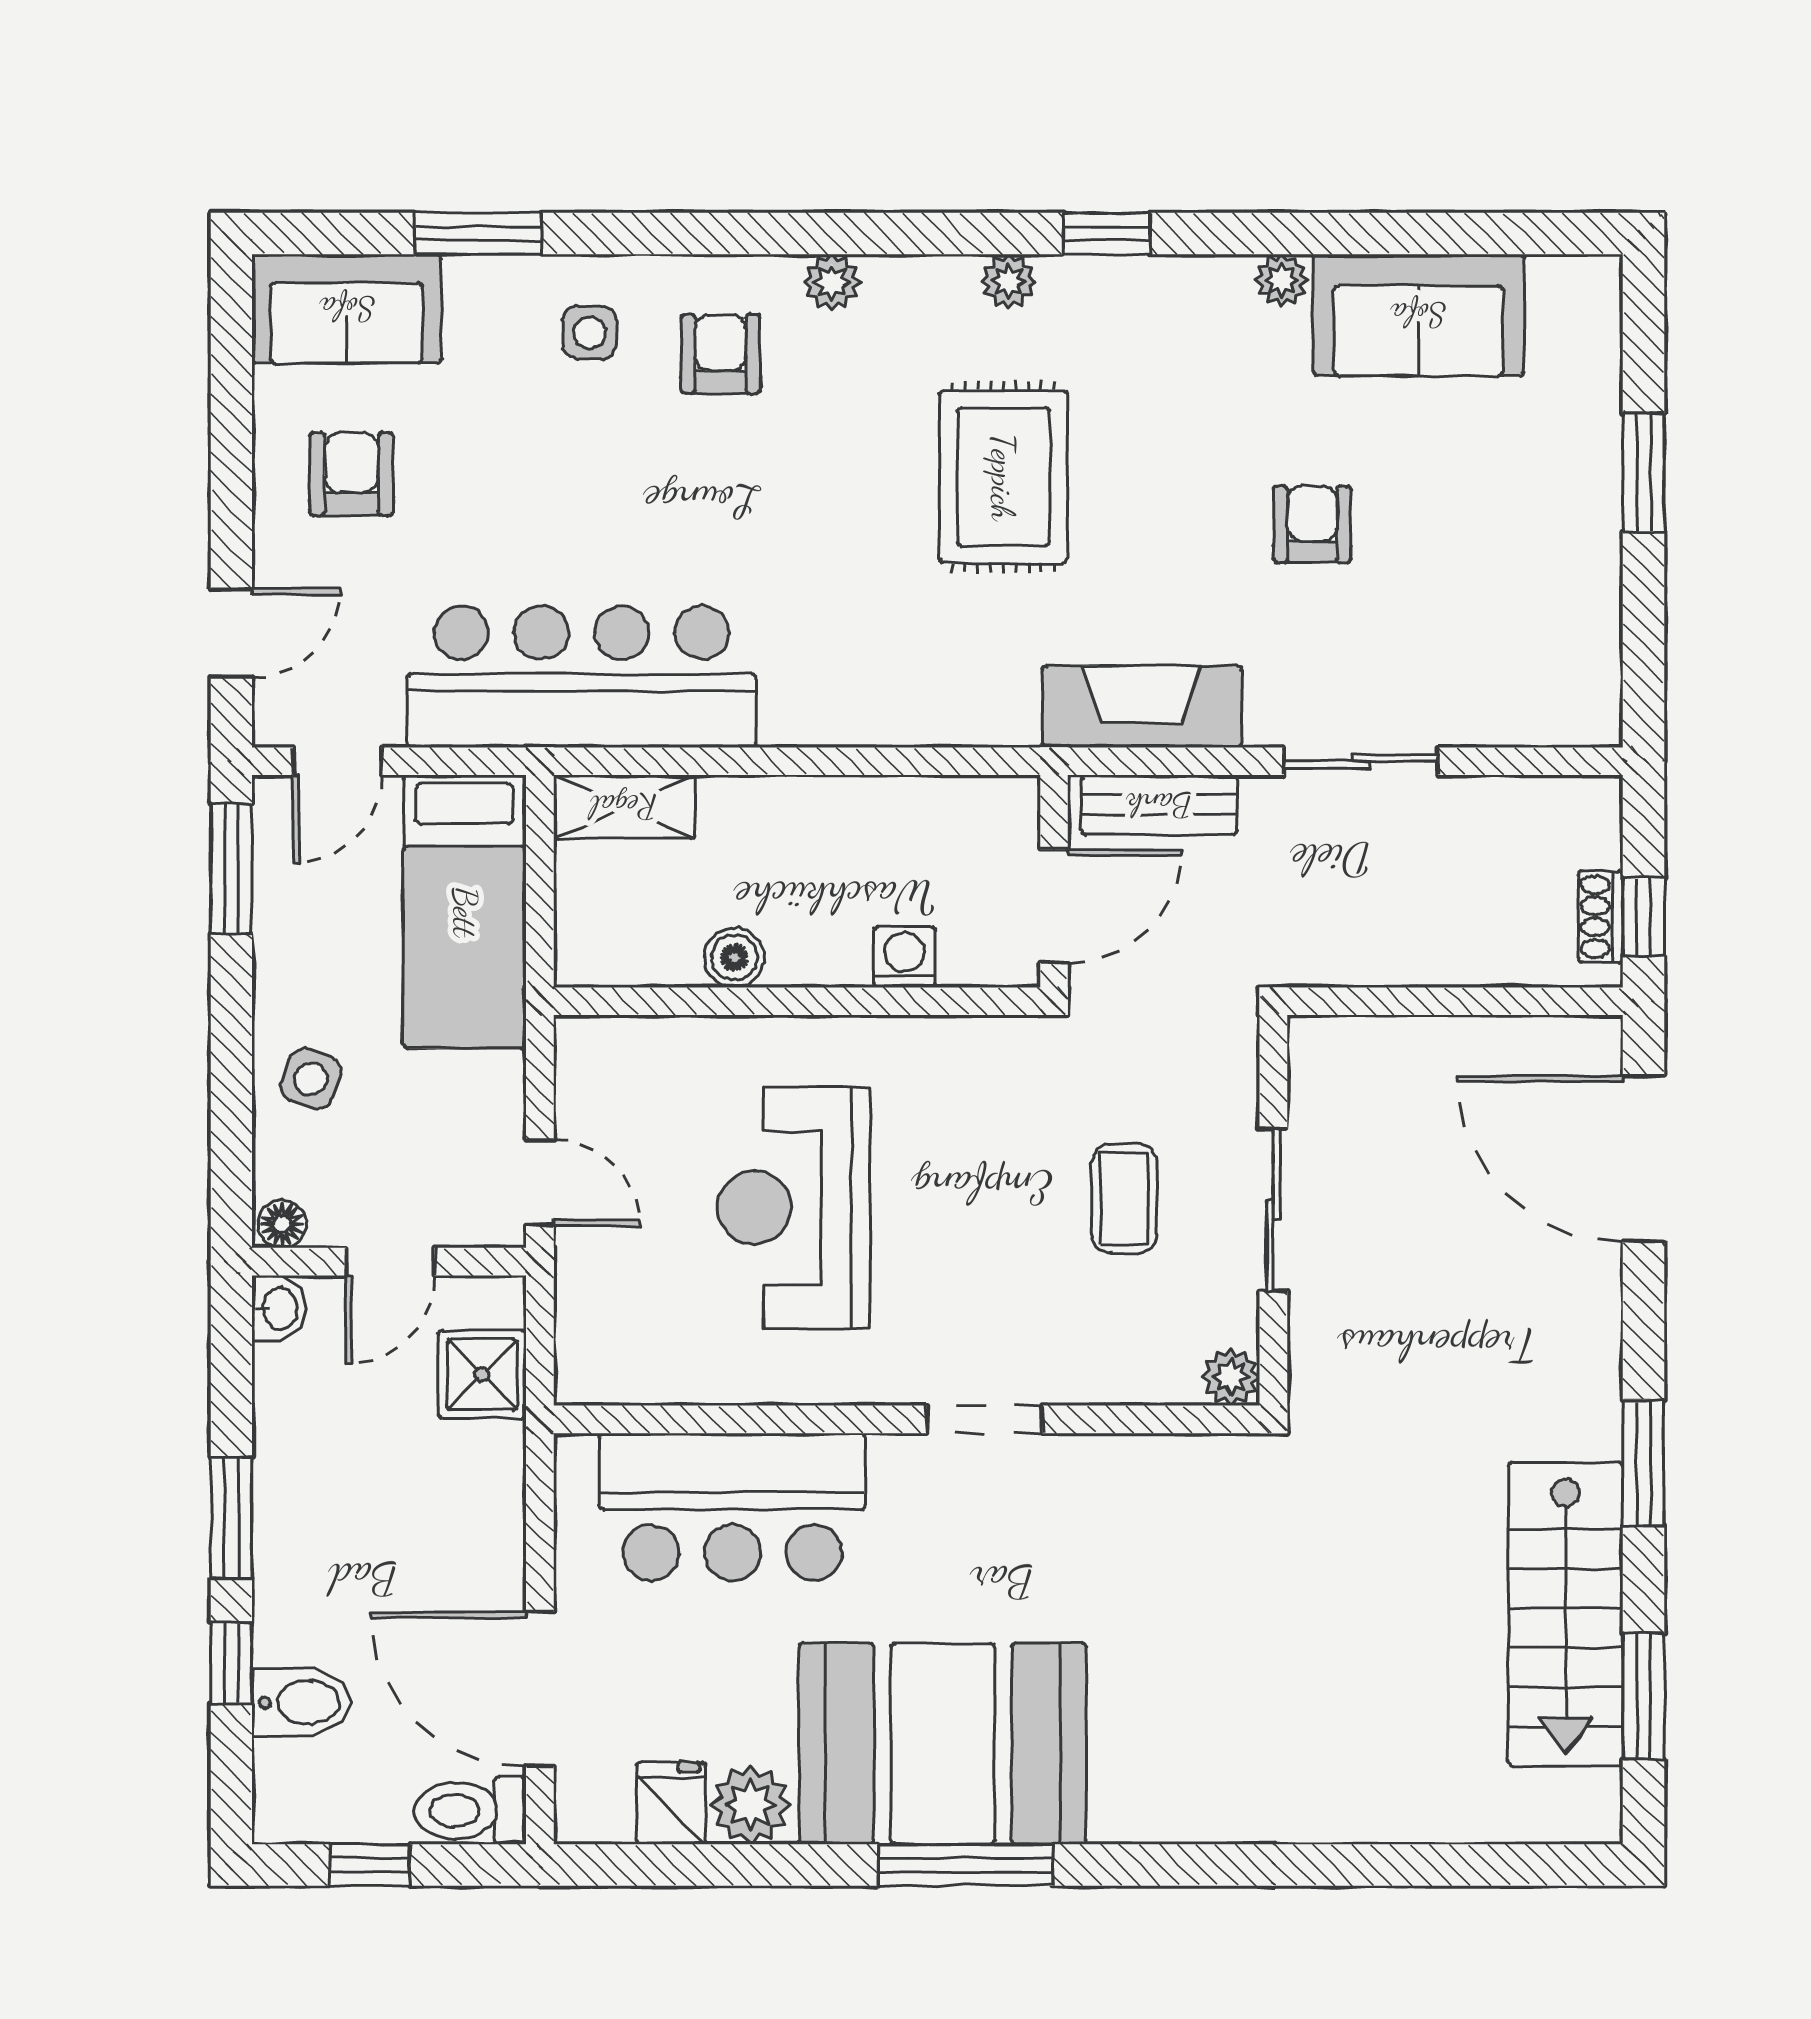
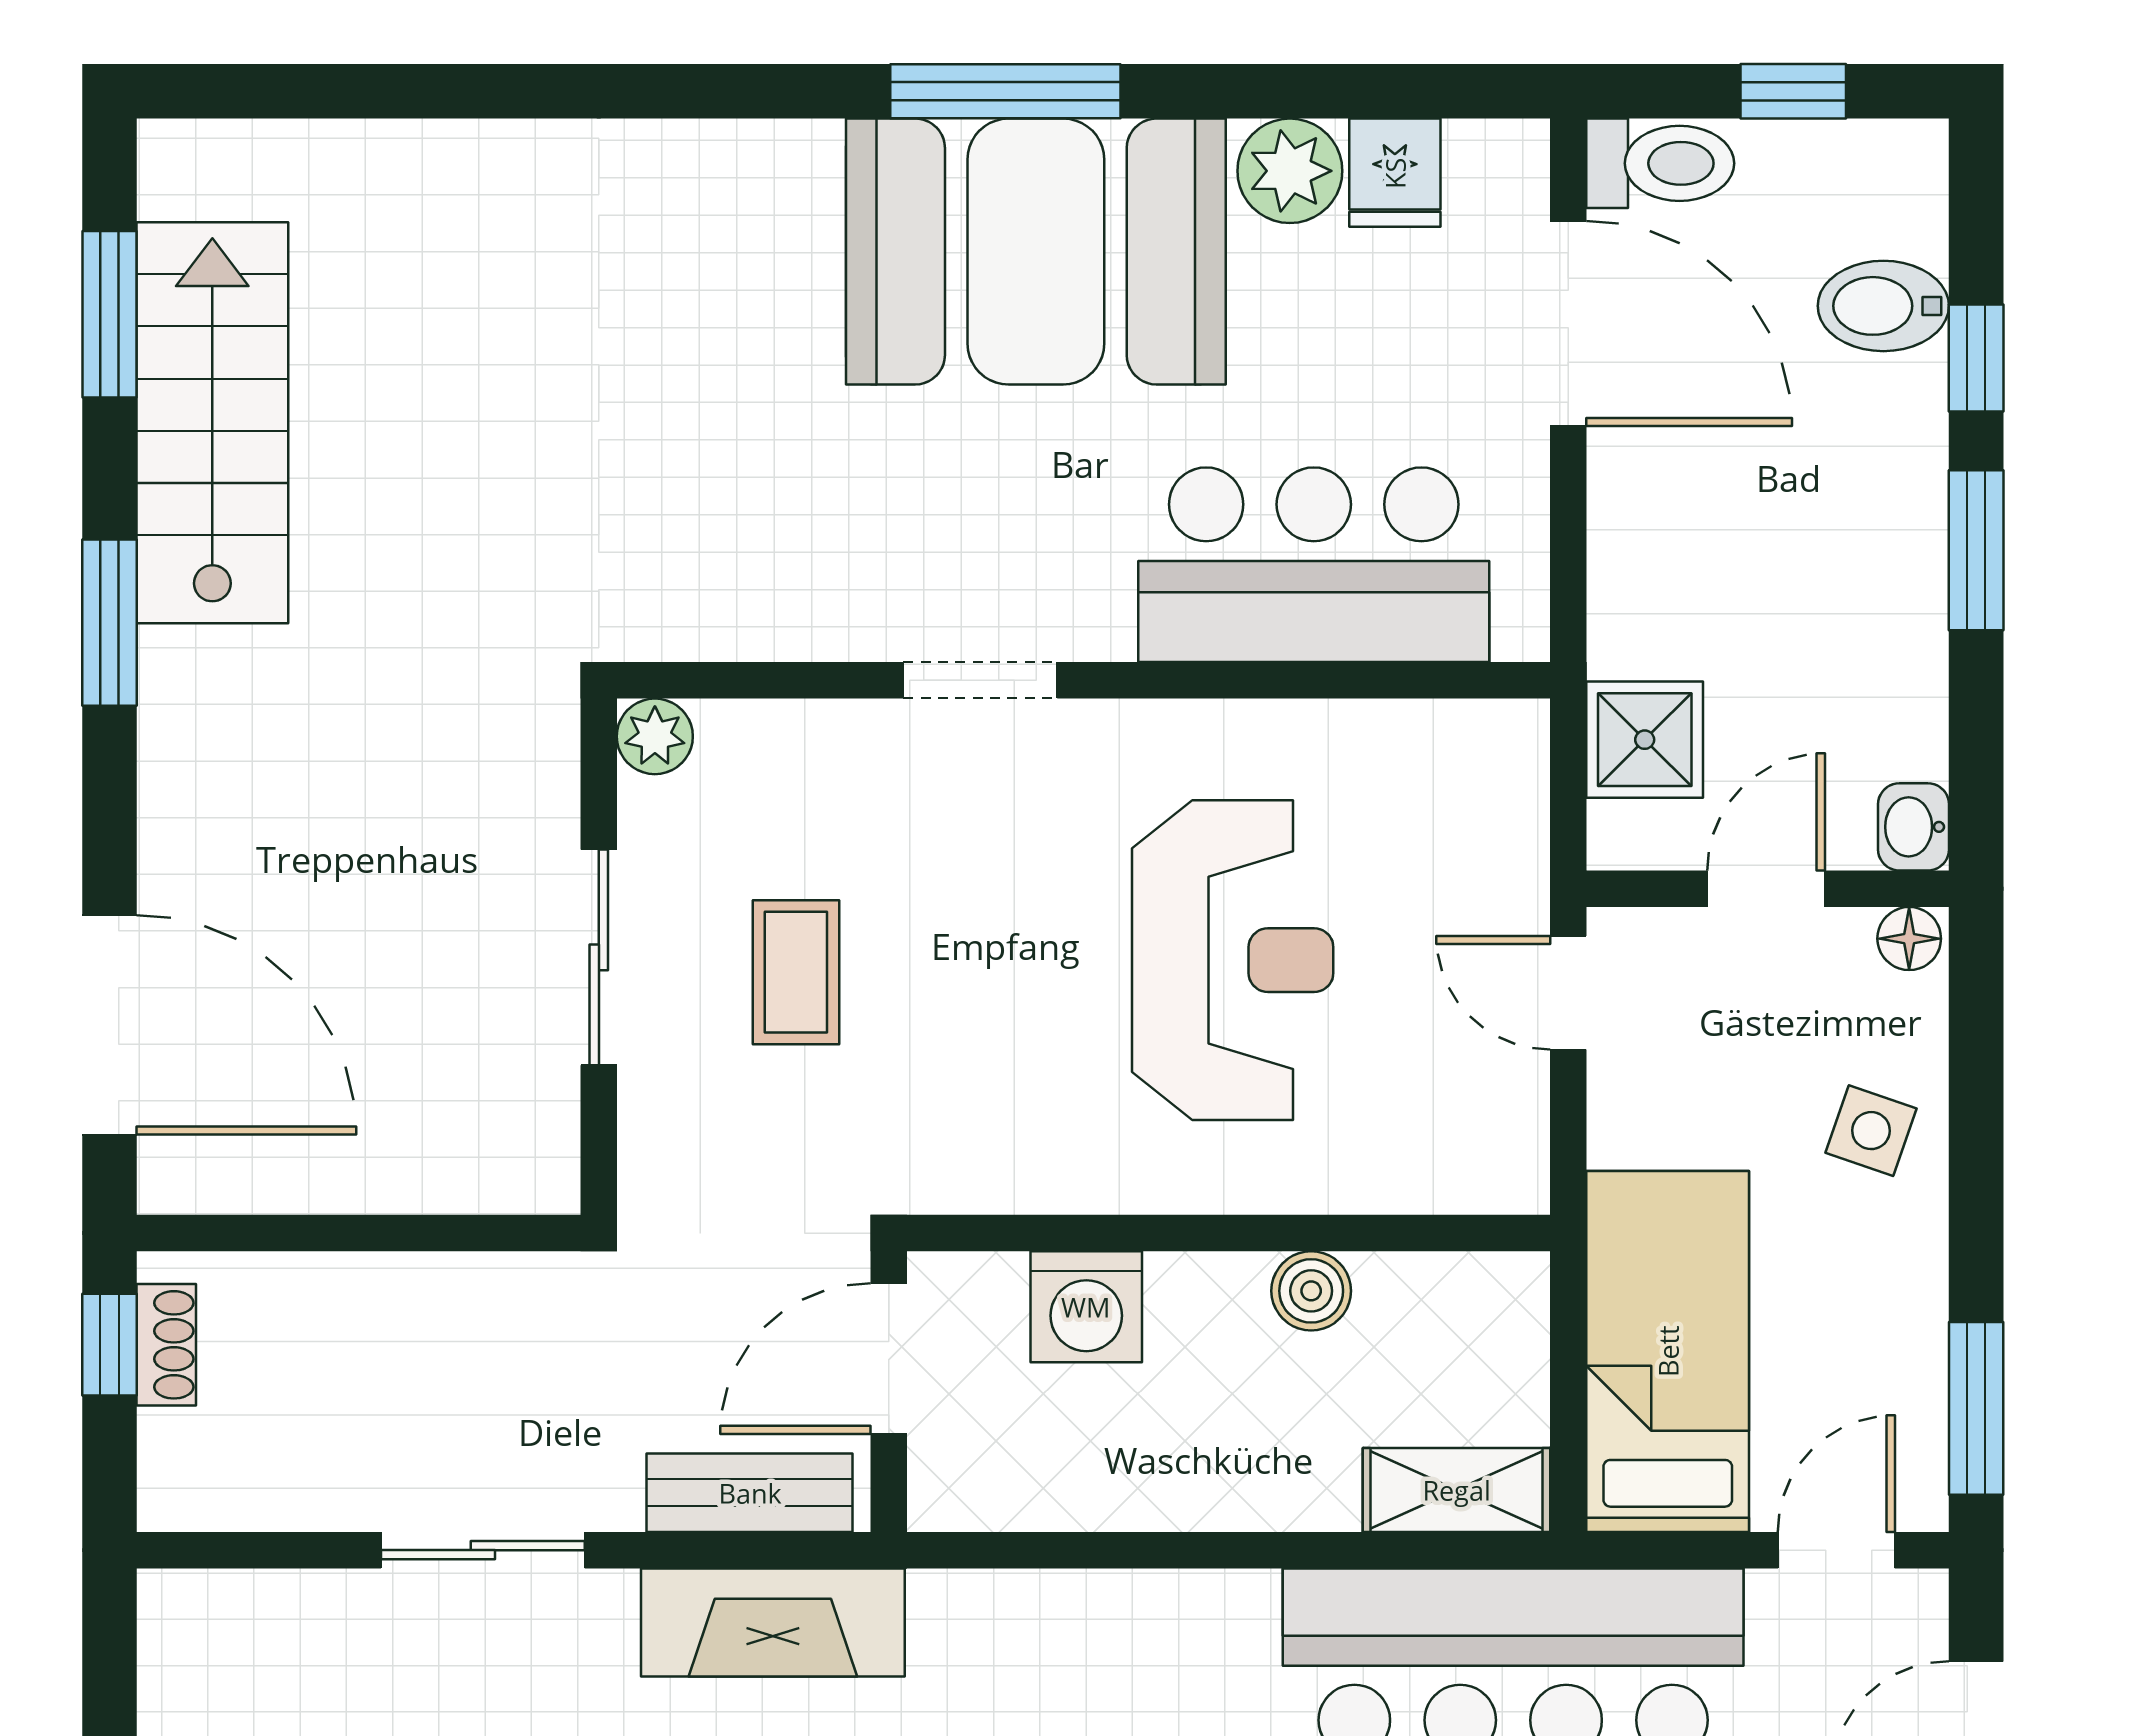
washing machine: (905, 957) -> (1086, 1307), width x1.38, depth x1.38

